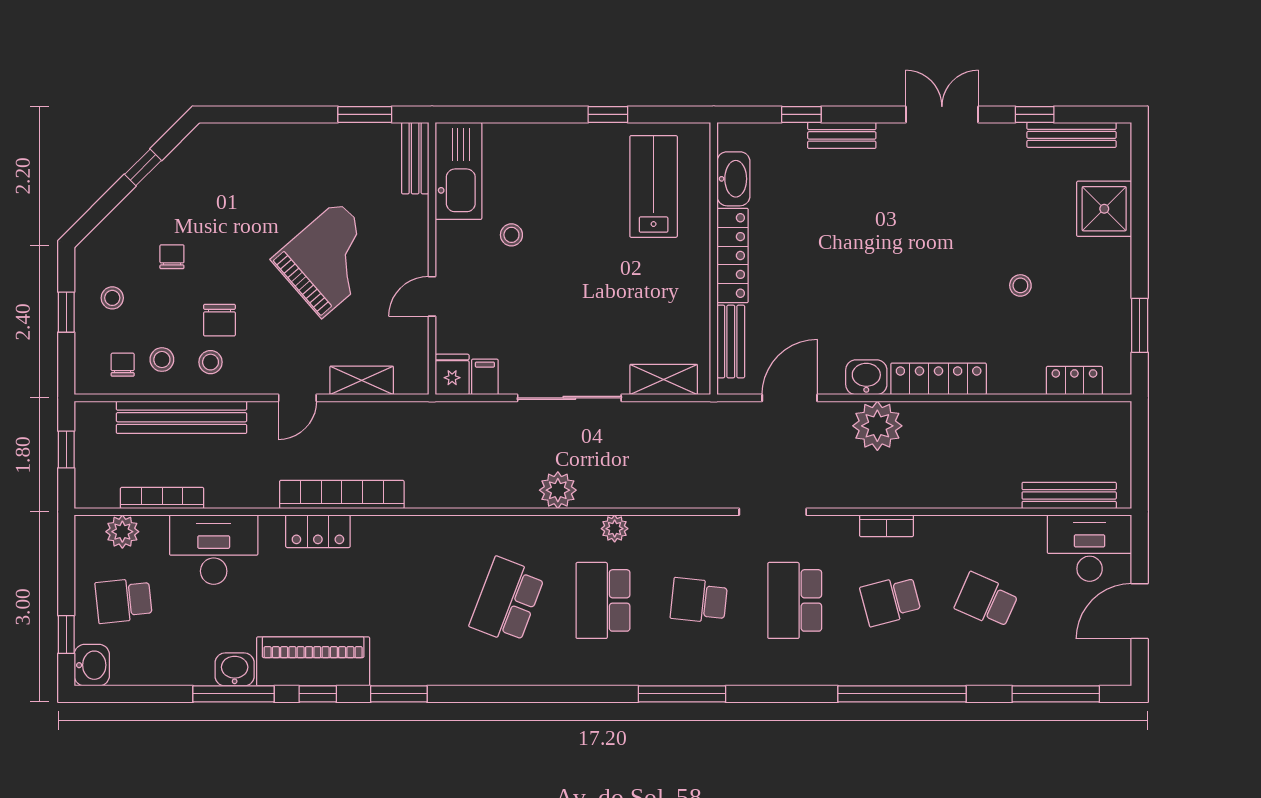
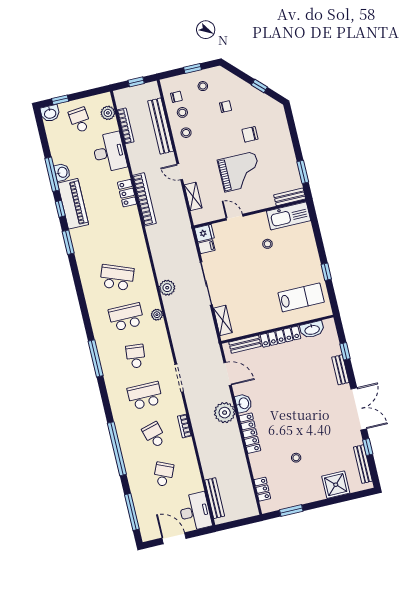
double door: (942, 114) -> (359, 409), width x1.37
grand piano: (330, 259) -> (240, 172), turned -49
chair: (219, 320) -> (250, 134), moved

